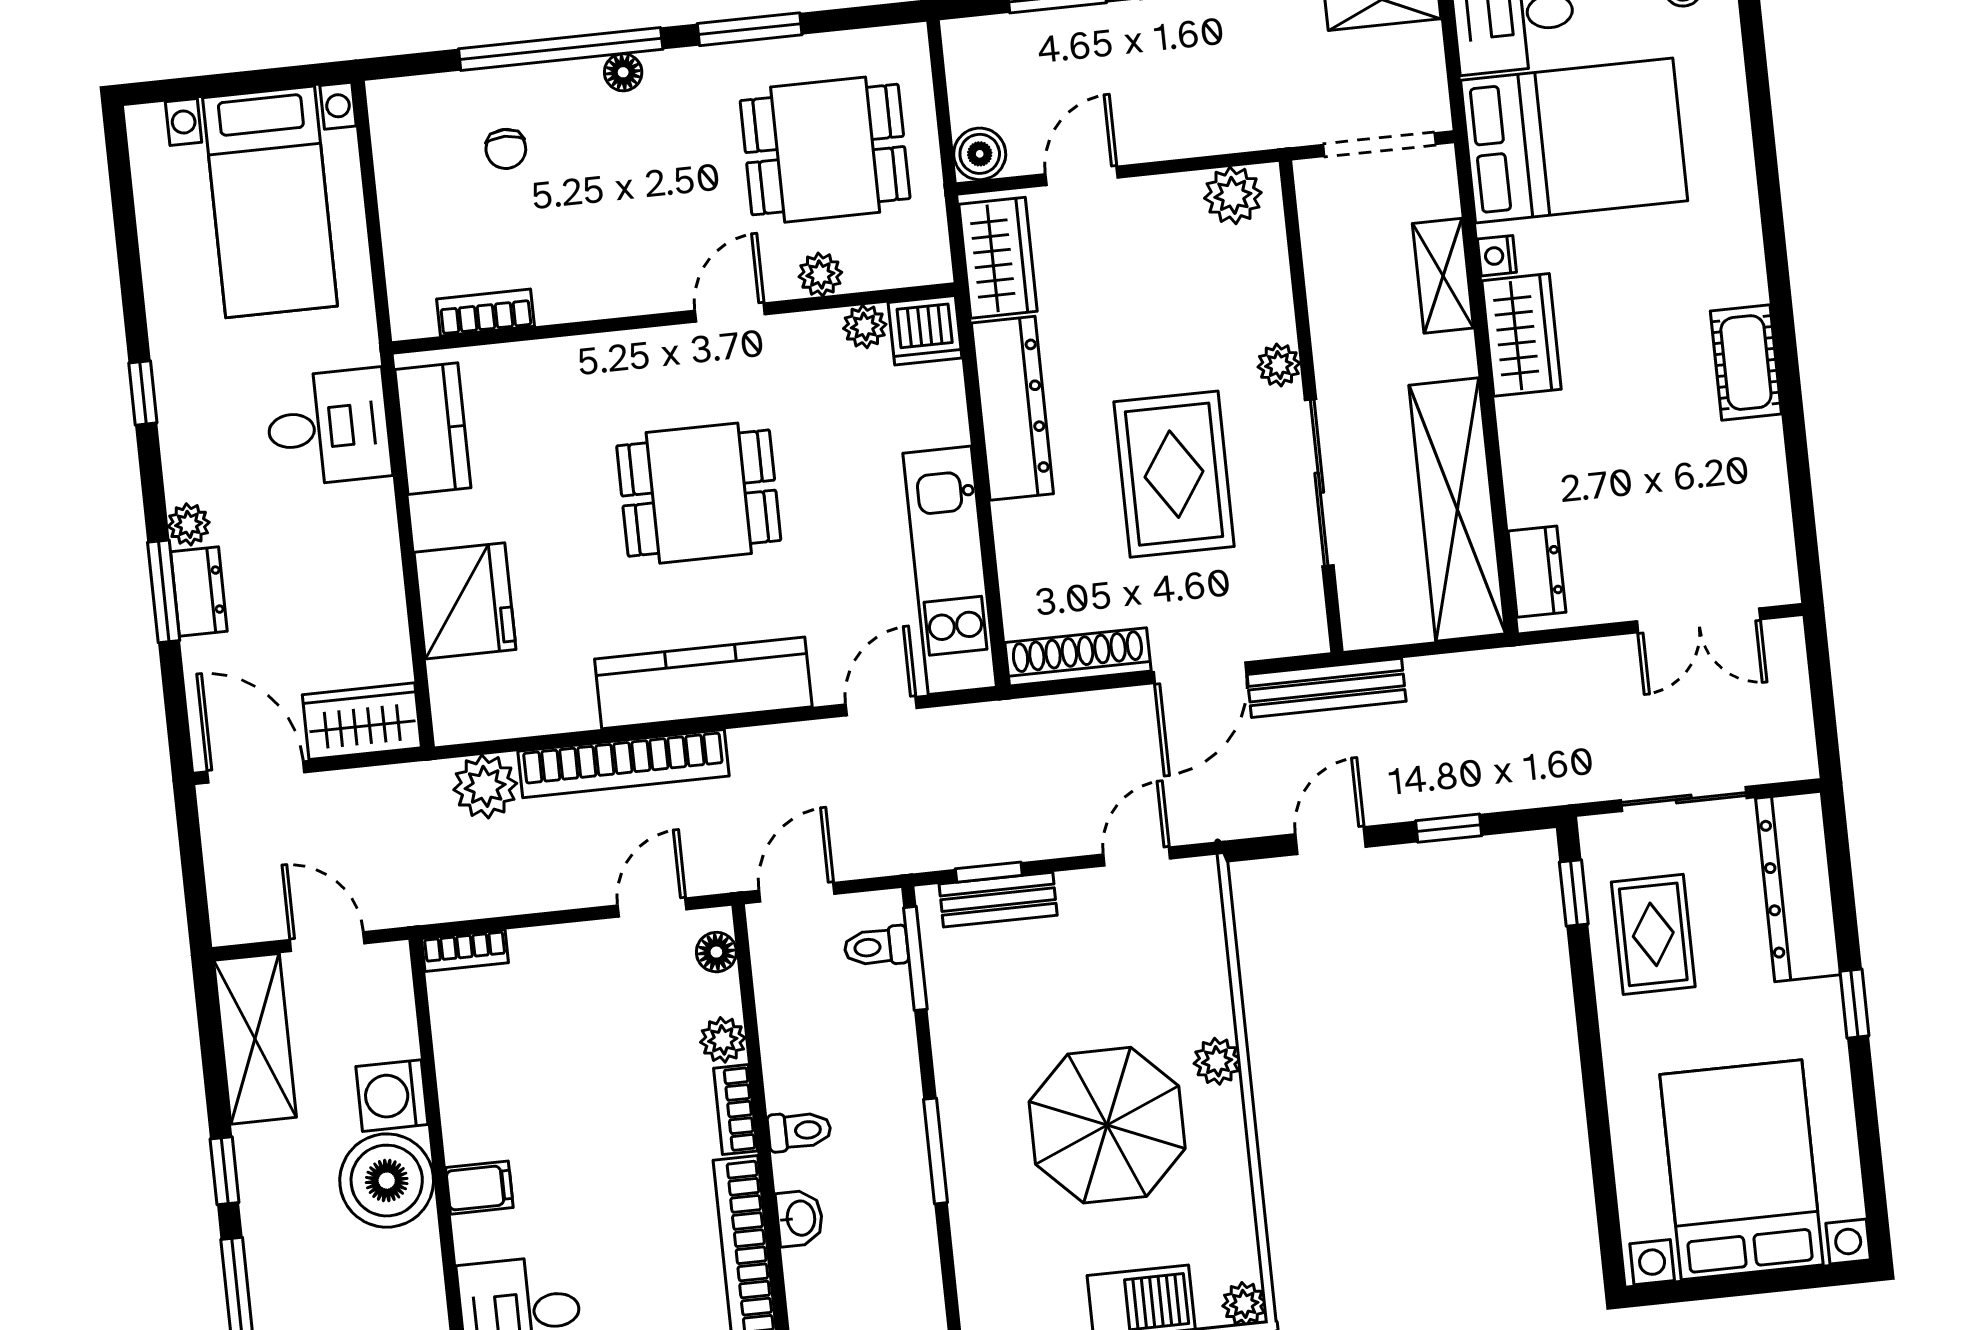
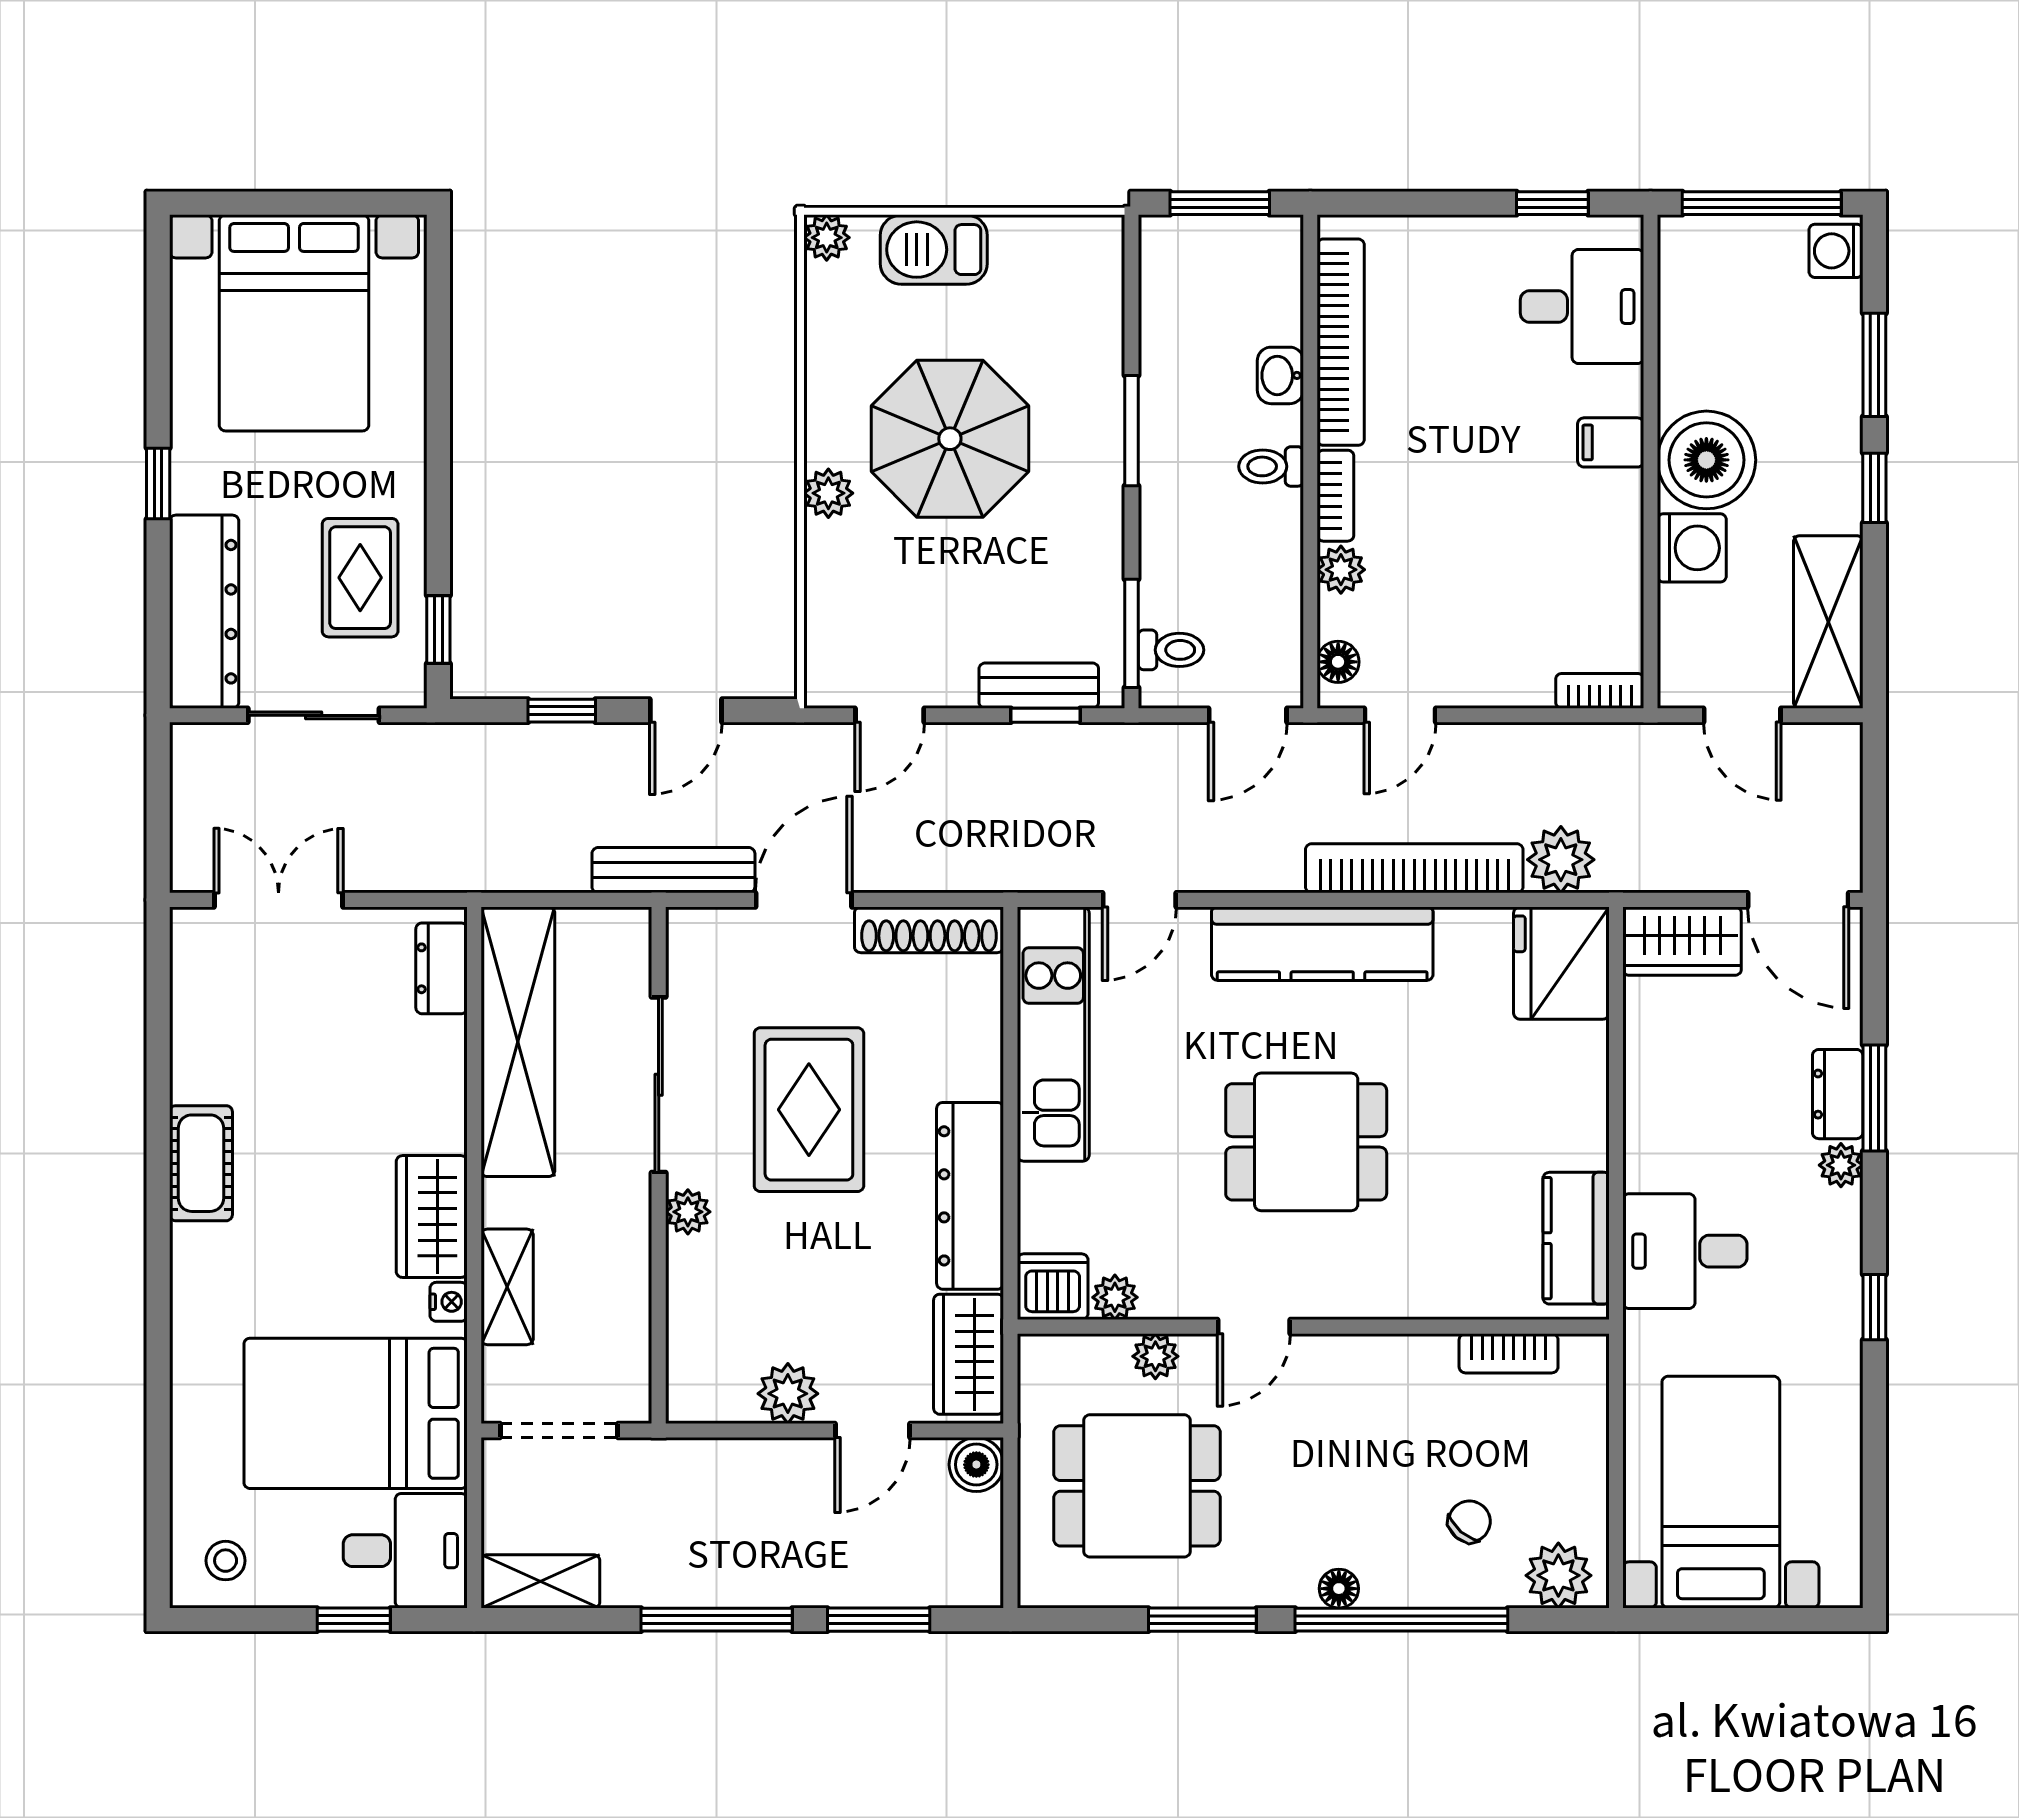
plant: (416, 107) -> (1558, 1575), added
chair: (506, 149) -> (1469, 1522), turned 41
plant: (1233, 195) -> (788, 1394), moved
fridge: (465, 601) -> (1561, 963), moved

